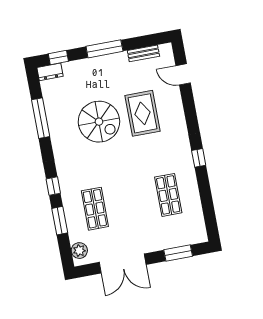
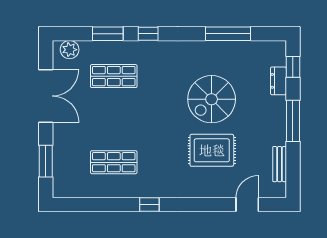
dresser: (50, 72) -> (278, 81), moved
double door: (123, 263) -> (46, 96), swing flipped

